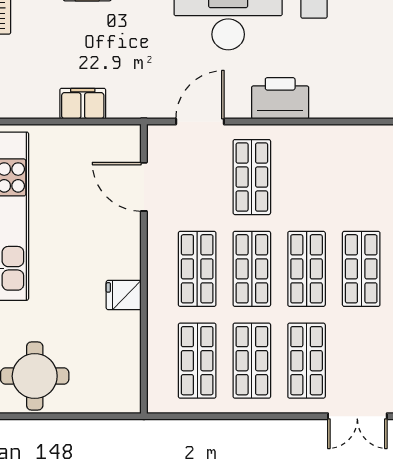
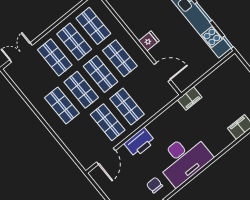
filing cabinet: (83, 104) -> (190, 99), moved
door: (200, 121) -> (106, 156), moved
shop shelf: (307, 177) -> (108, 122), added
fridge: (124, 295) -> (149, 41), moved

